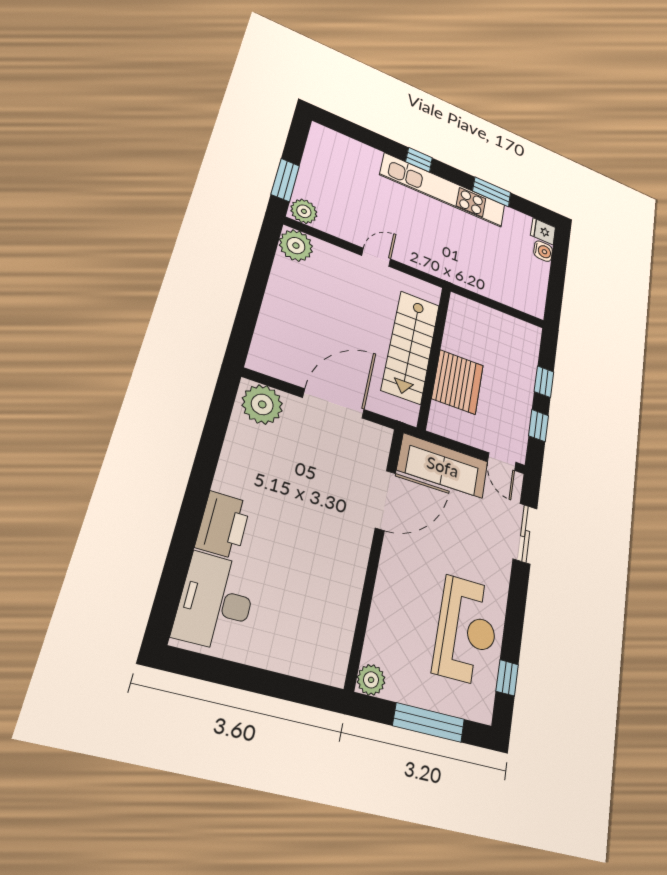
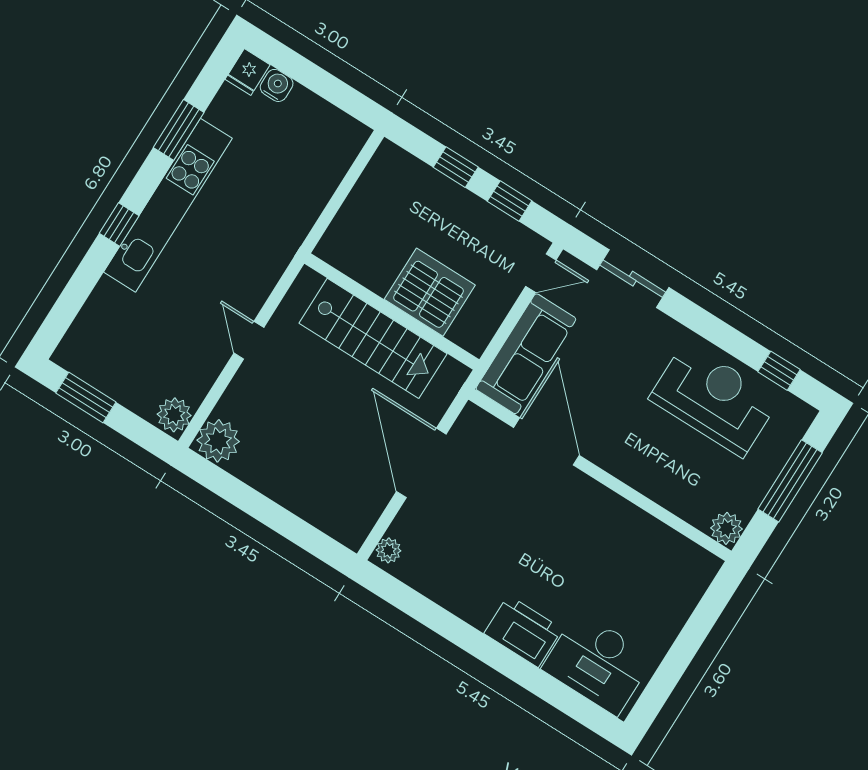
window: (285, 180) -> (86, 397), moved
plant: (262, 404) -> (388, 550), width x0.53, depth x0.53

